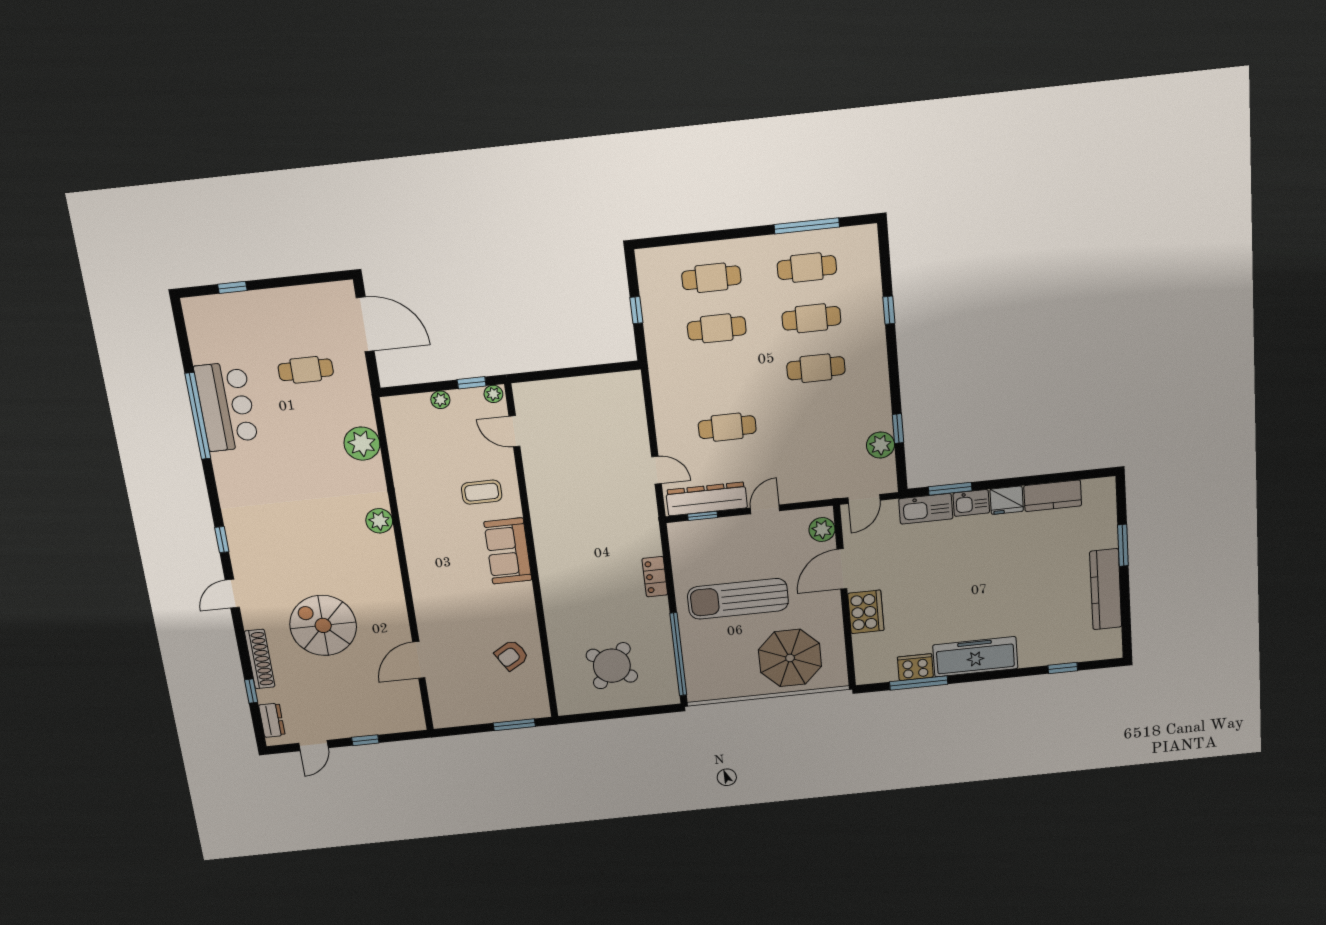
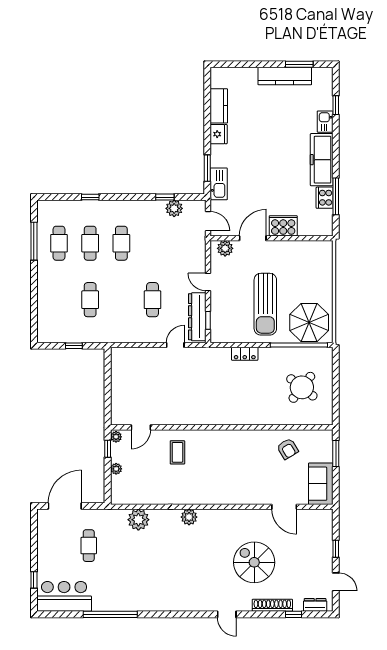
cafe table: (711, 278) -> (59, 300), removed
bar counter: (226, 407) -> (64, 596), moved
kitchen sink: (971, 503) -> (325, 122), moved, turned 180
window: (222, 540) -> (190, 614), removed
window: (1123, 545) -> (299, 64), moved
sofa: (508, 551) -> (321, 484), moved, turned 90
door: (842, 569) -> (253, 238), swing flipped
spiral stairs: (323, 625) -> (254, 562), turned 90
parasol: (790, 658) -> (309, 323), moved

